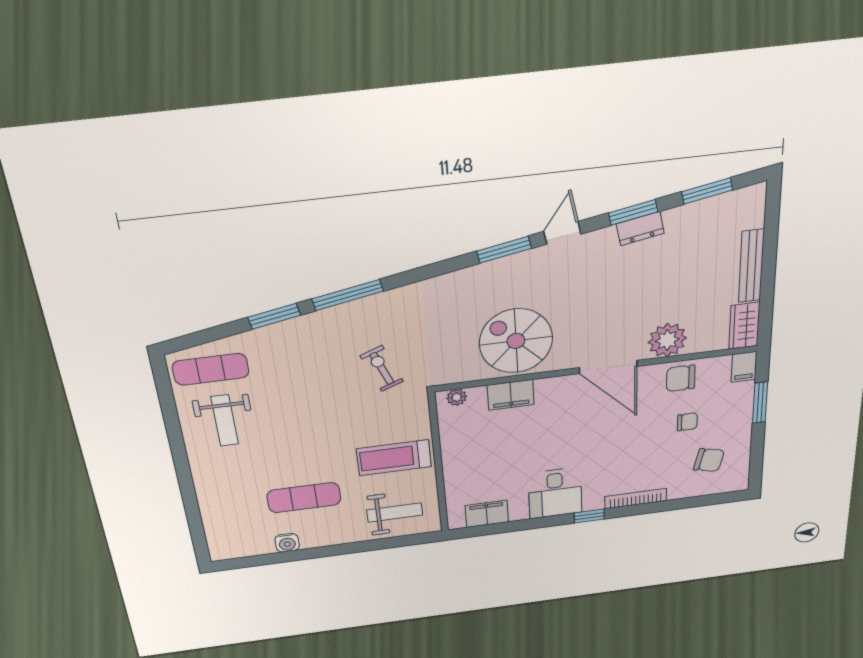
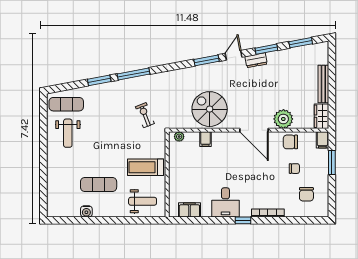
dresser: (640, 229) -> (256, 60), moved
filing cabinet: (511, 395) -> (206, 139), width x0.50
chair: (709, 460) -> (306, 194), turned 76

